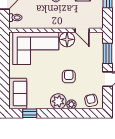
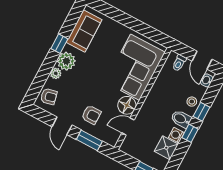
armchair: (69, 77) -> (91, 115), moved
sofa: (18, 94) -> (84, 31), moved, turned -90
window: (30, 113) -> (59, 44), moved

